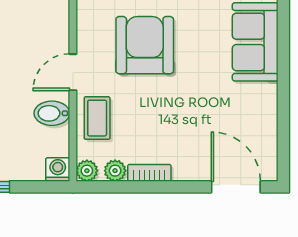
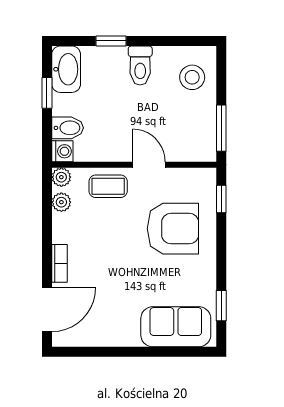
bidet: (52, 113) -> (68, 128), moved, turned 90
bookcase: (149, 173) -> (59, 263), moved

